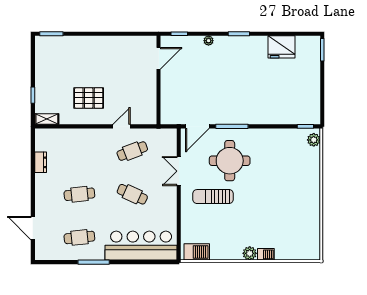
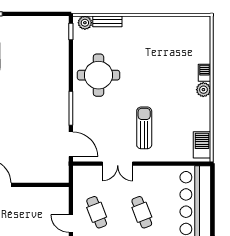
round table: (230, 161) -> (98, 75), moved
bench: (315, 161) -> (107, 21), added
cafe table: (132, 194) -> (142, 212), turned -45
sun lounger: (213, 197) -> (144, 128), turned 180

